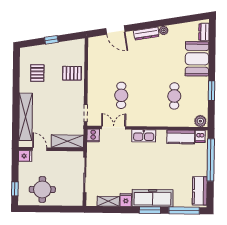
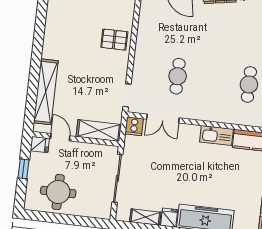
pallet: (37, 73) -> (68, 35), removed
double door: (114, 128) -> (163, 119), swing flipped
kitchen sink: (144, 136) -> (216, 136), moved
window: (15, 189) -> (23, 169), moved

